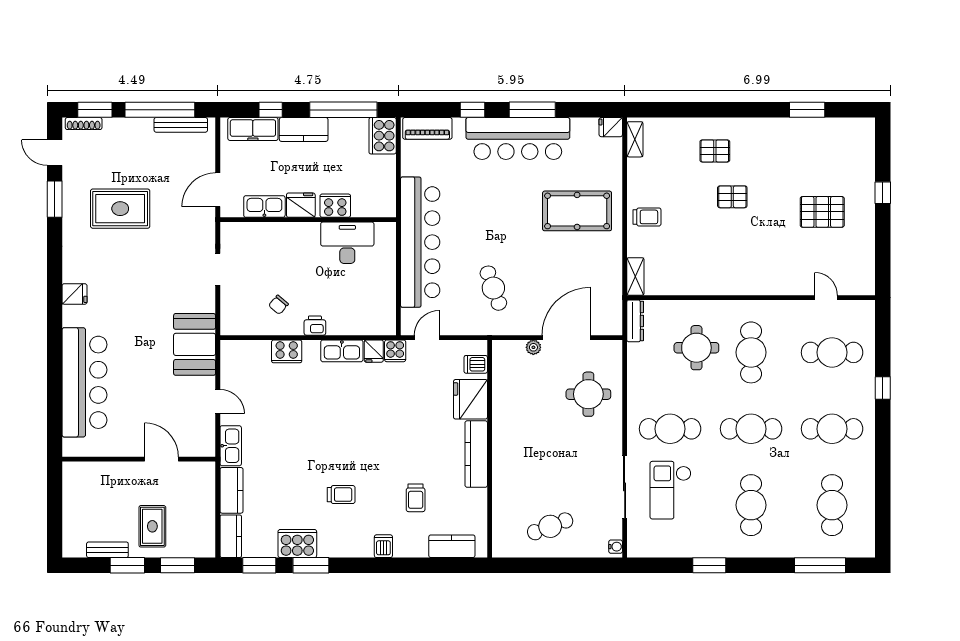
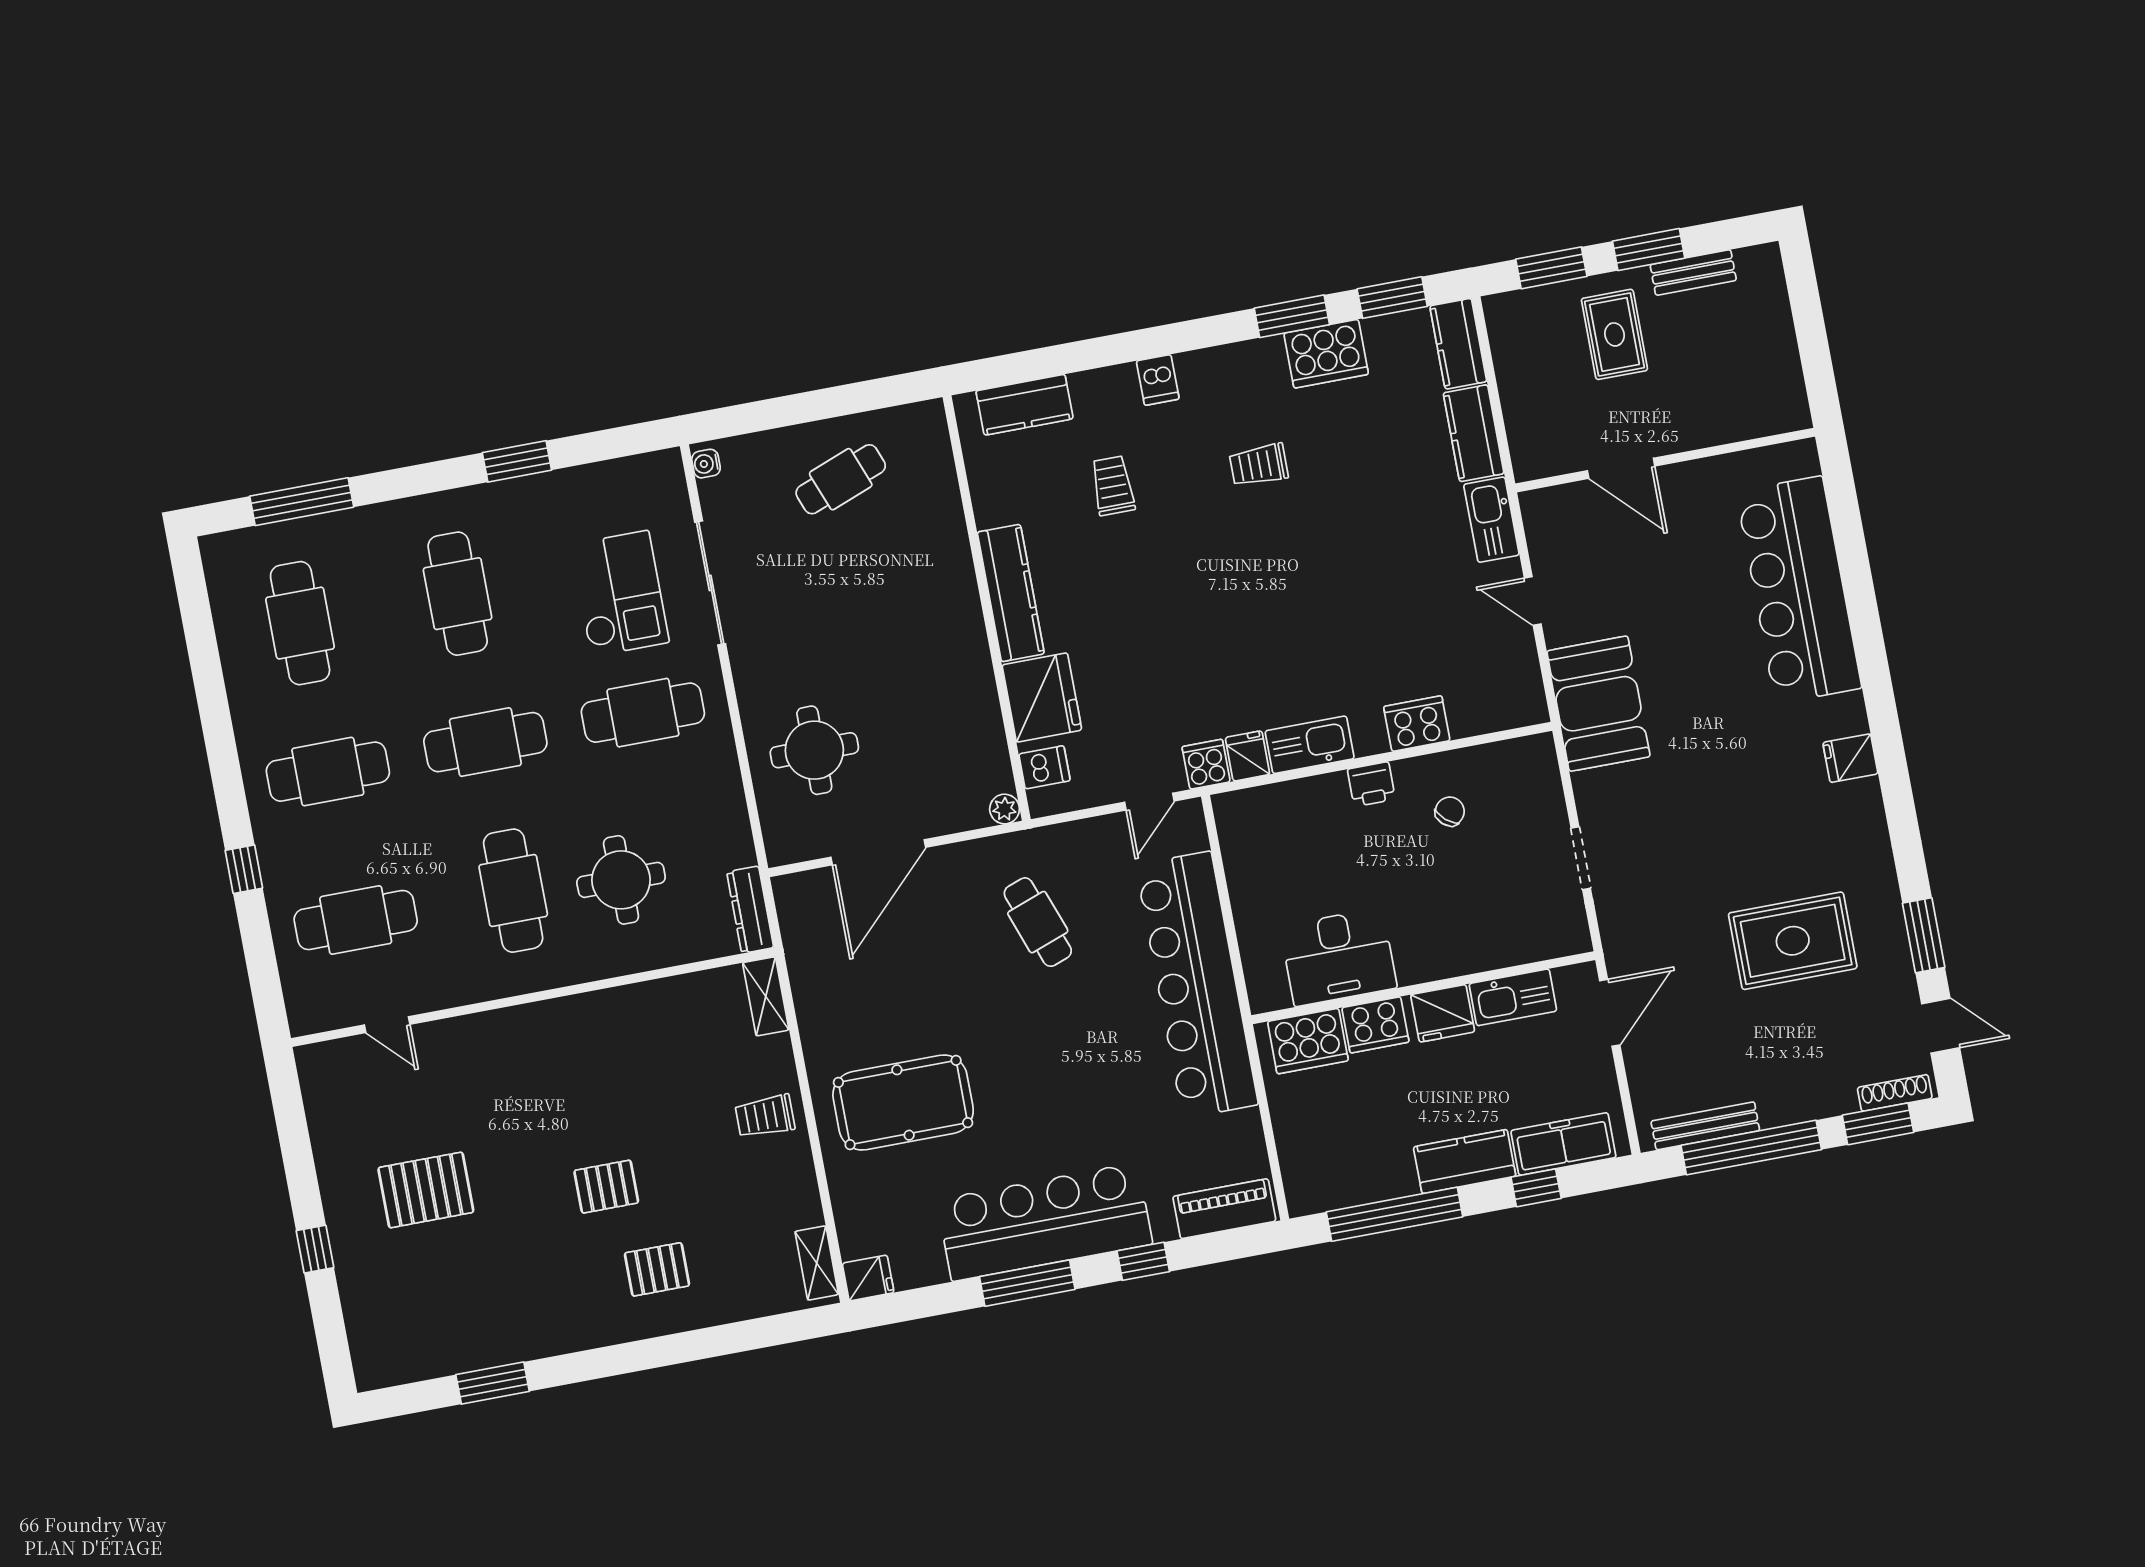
cooker: (383, 136) -> (1308, 1041), moved, turned 90
plant: (533, 347) -> (1005, 809), moved

